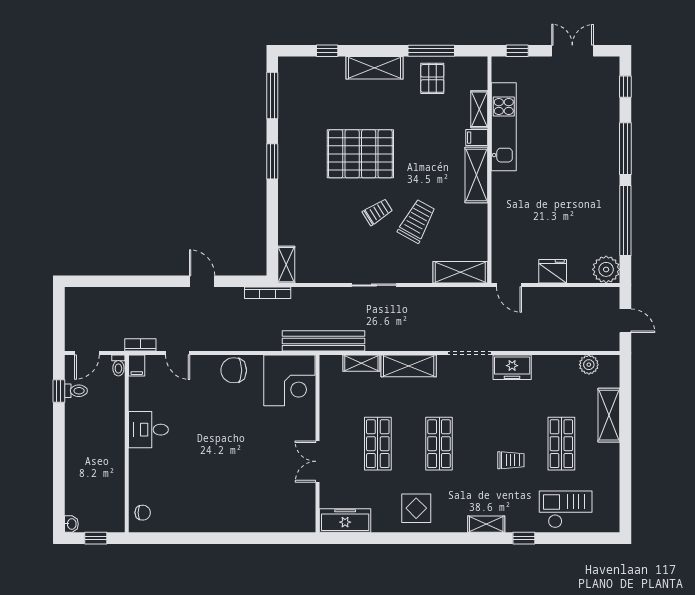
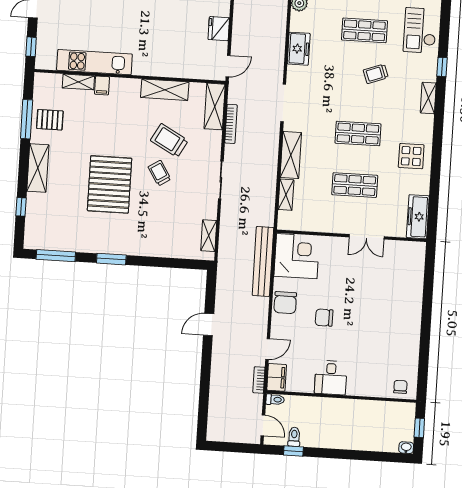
shelving: (476, 175) -> (165, 90), moved
shelving: (286, 265) -> (209, 236), moved, turned 90
bookcase: (268, 293) -> (231, 124), moved
bench: (323, 341) -> (263, 261), moved
filing cabinet: (137, 366) -> (277, 377), width x2.00
freezer: (512, 367) -> (299, 49), moved
chair: (219, 417) -> (324, 318), added
trolley: (511, 460) -> (376, 74), turned -110

